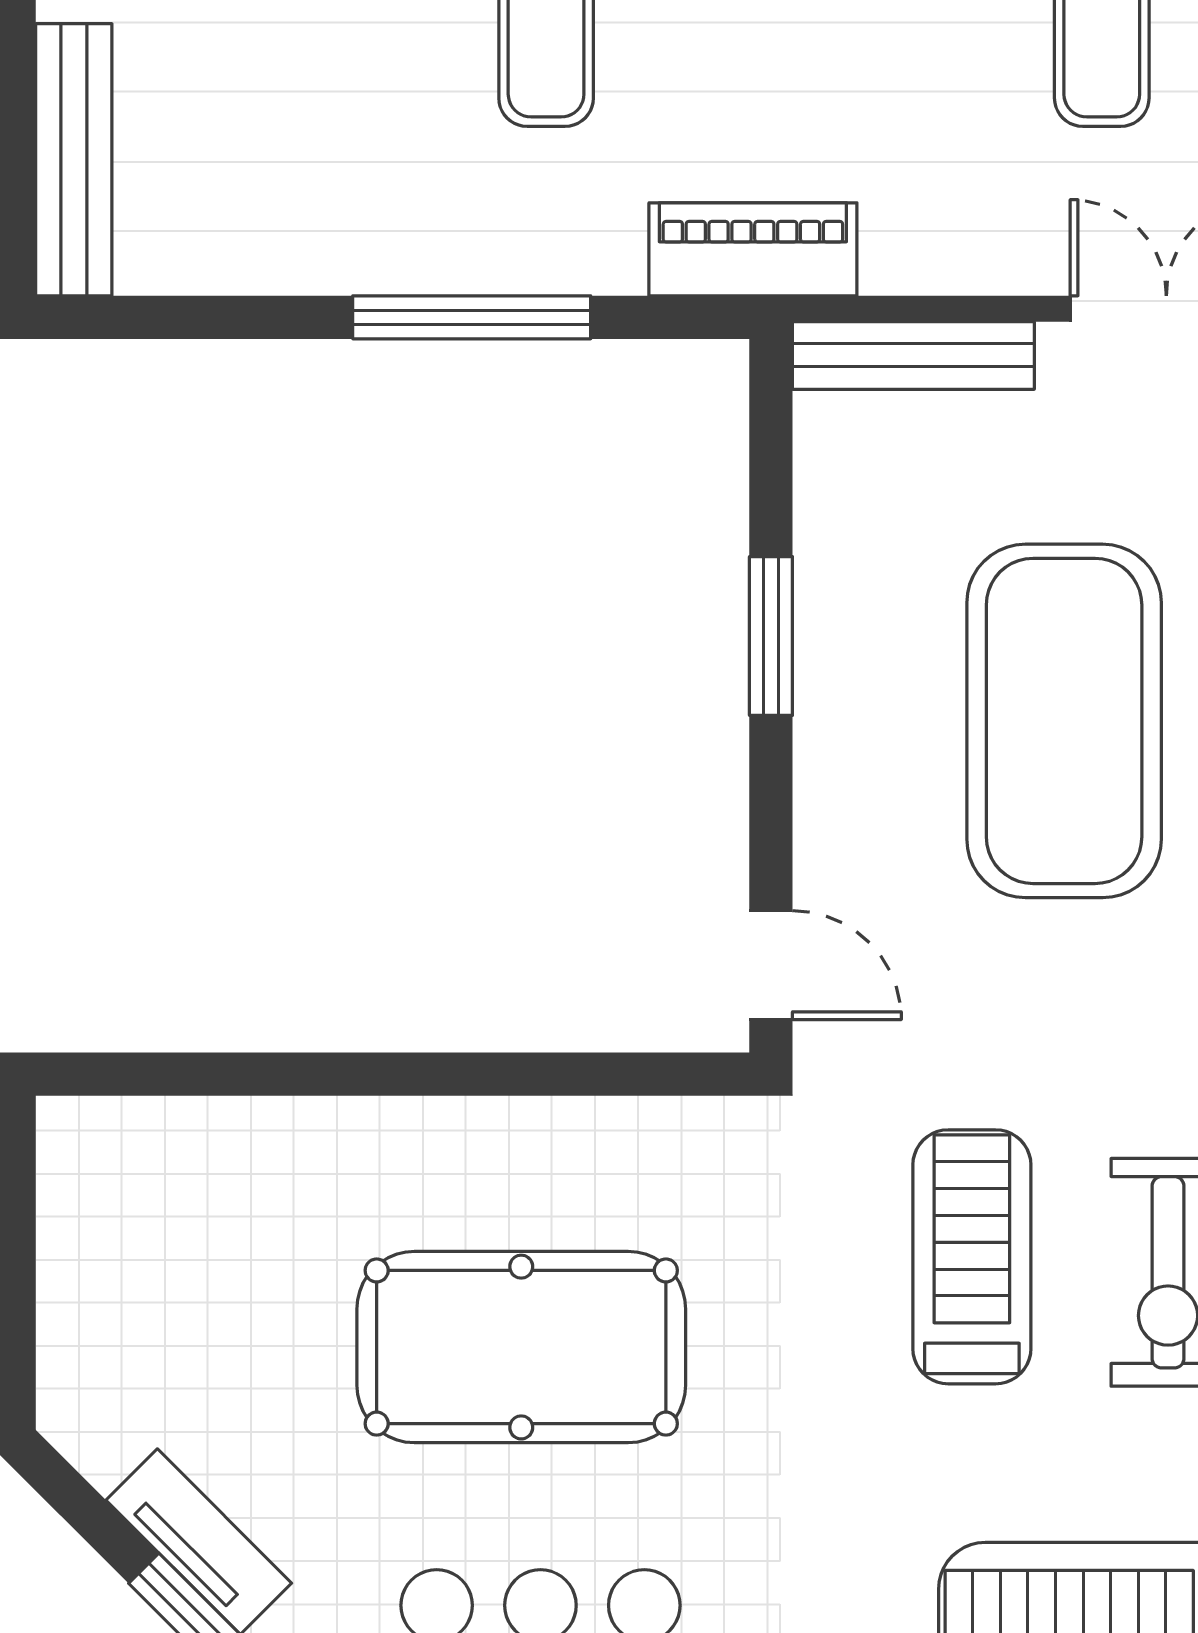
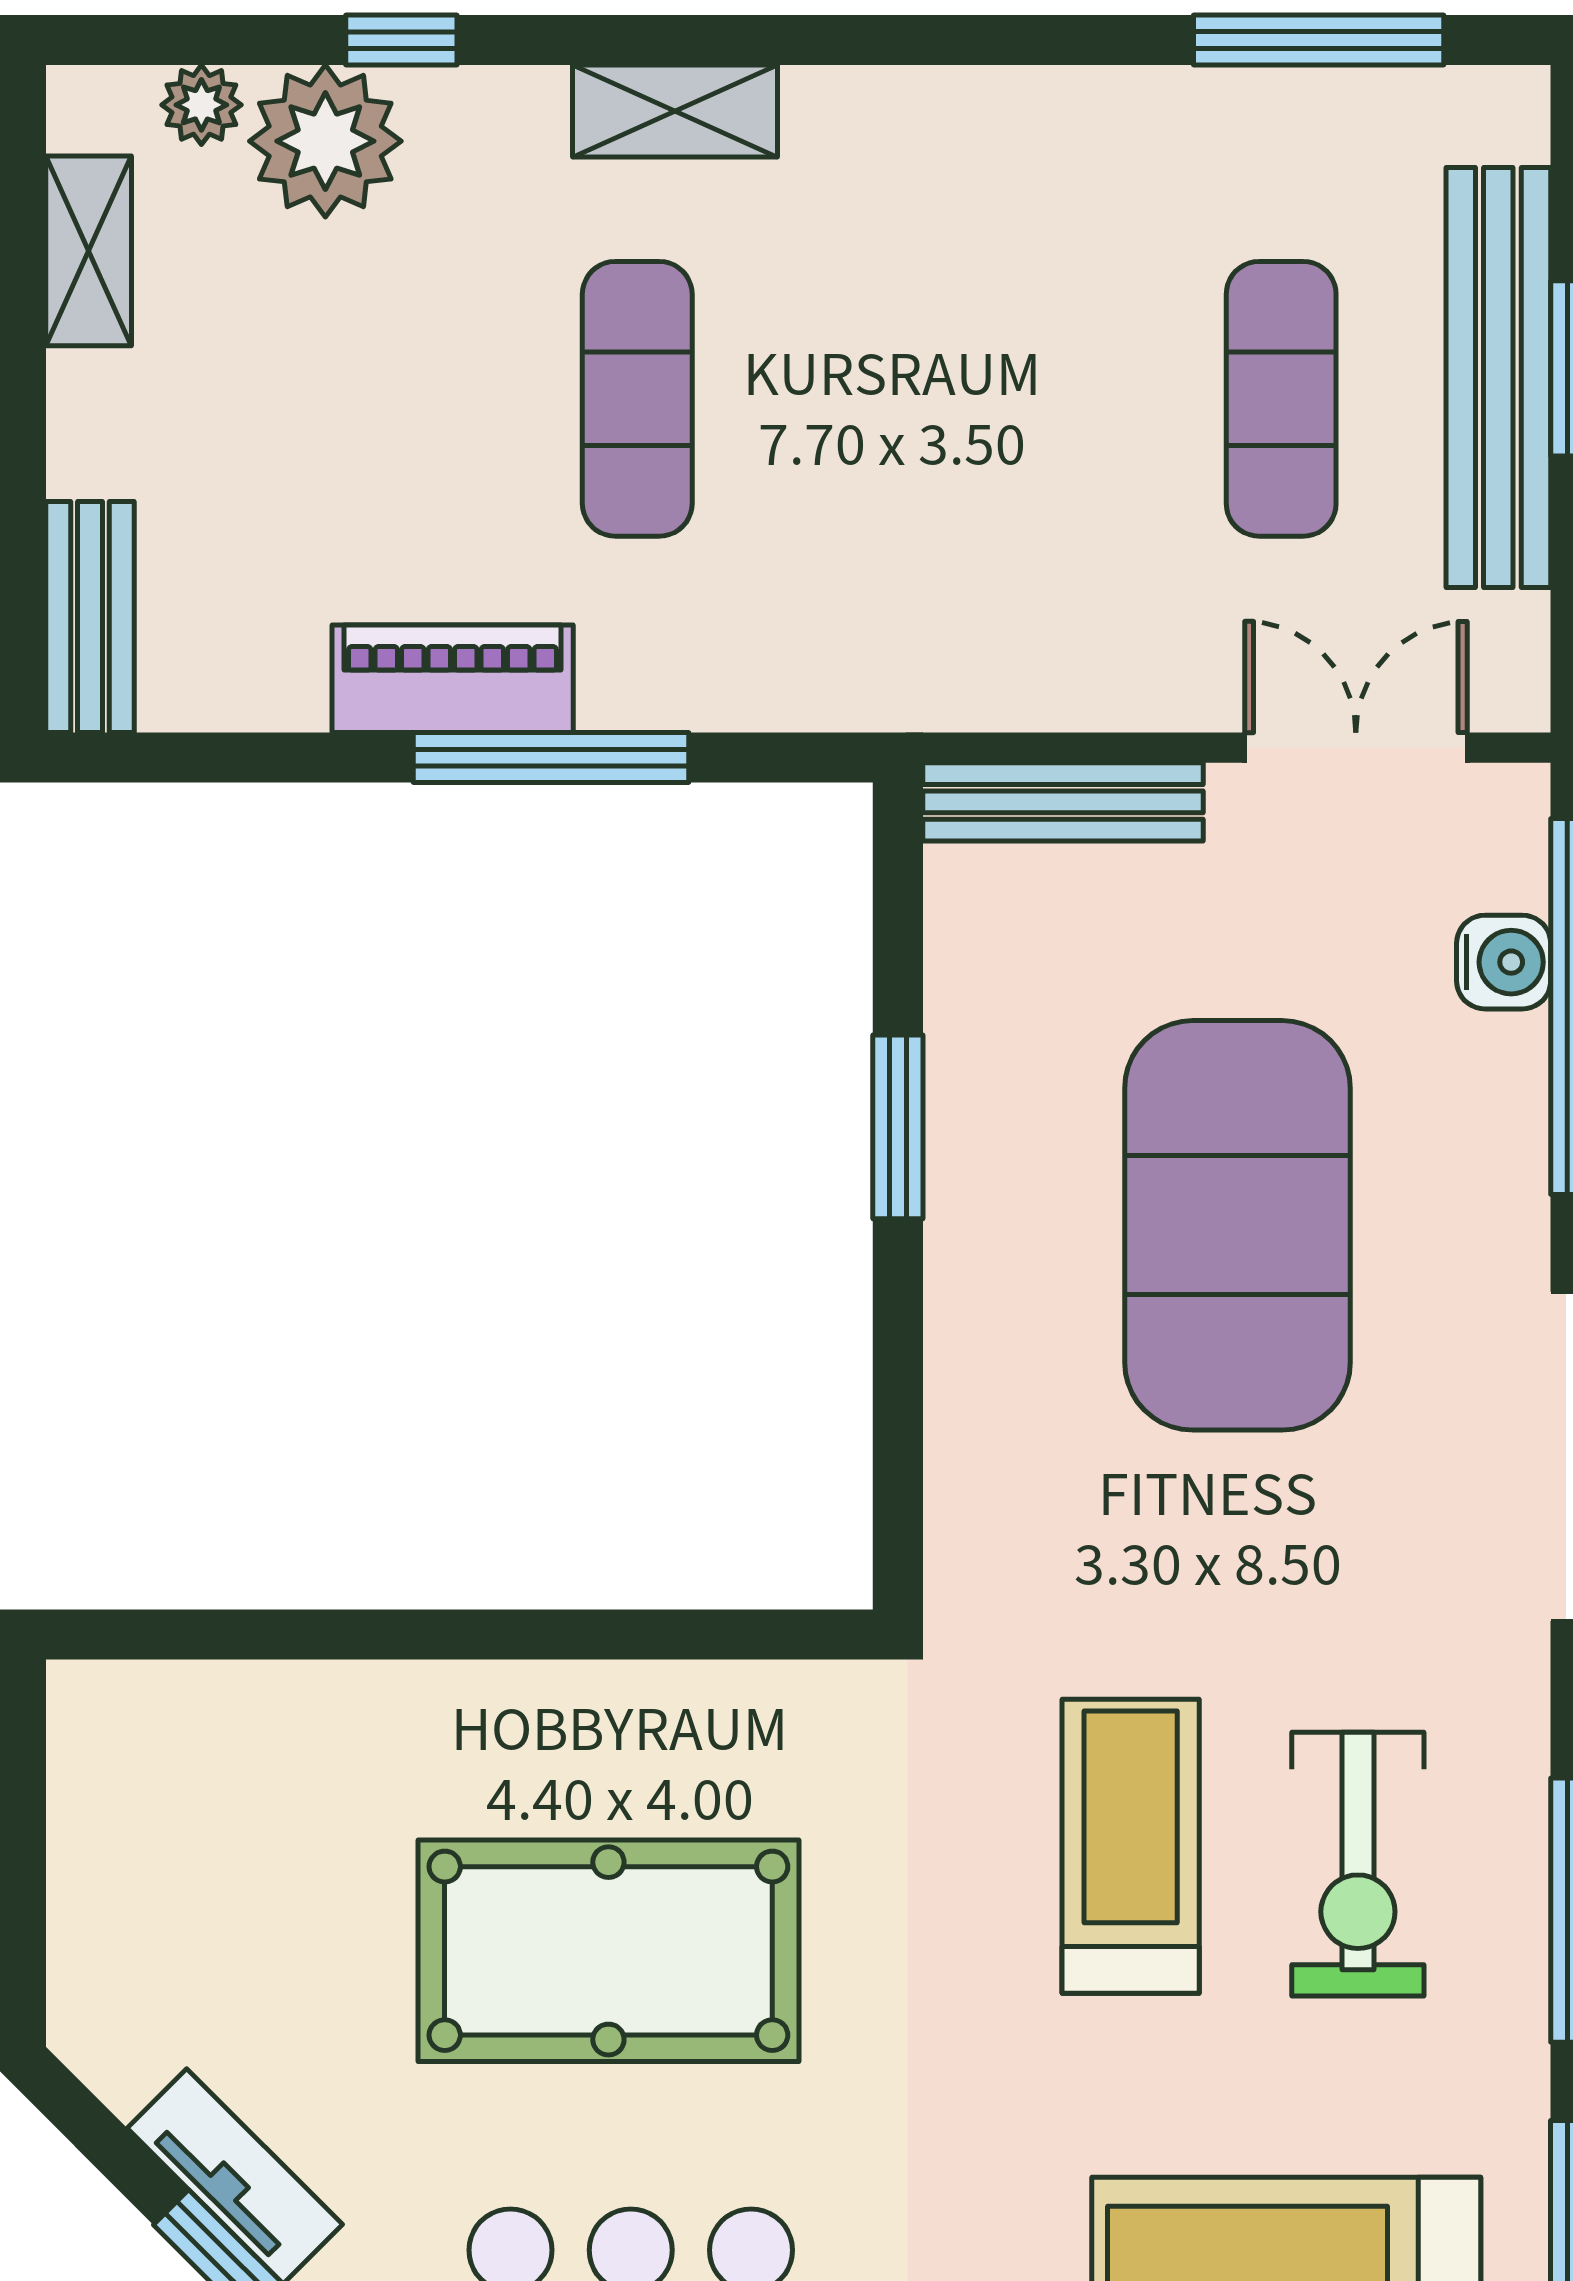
bench: (74, 160) -> (90, 617), width x0.73
piano: (753, 249) -> (453, 679), moved
door: (771, 965) -> (898, 1508), removed

